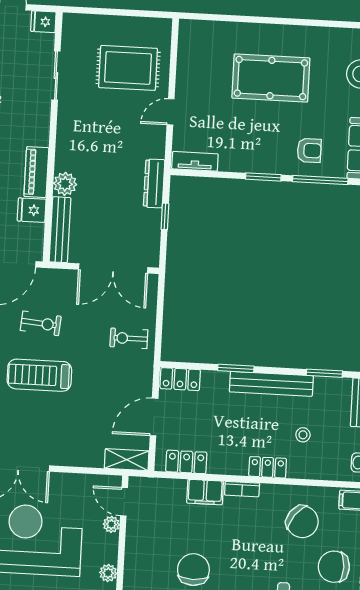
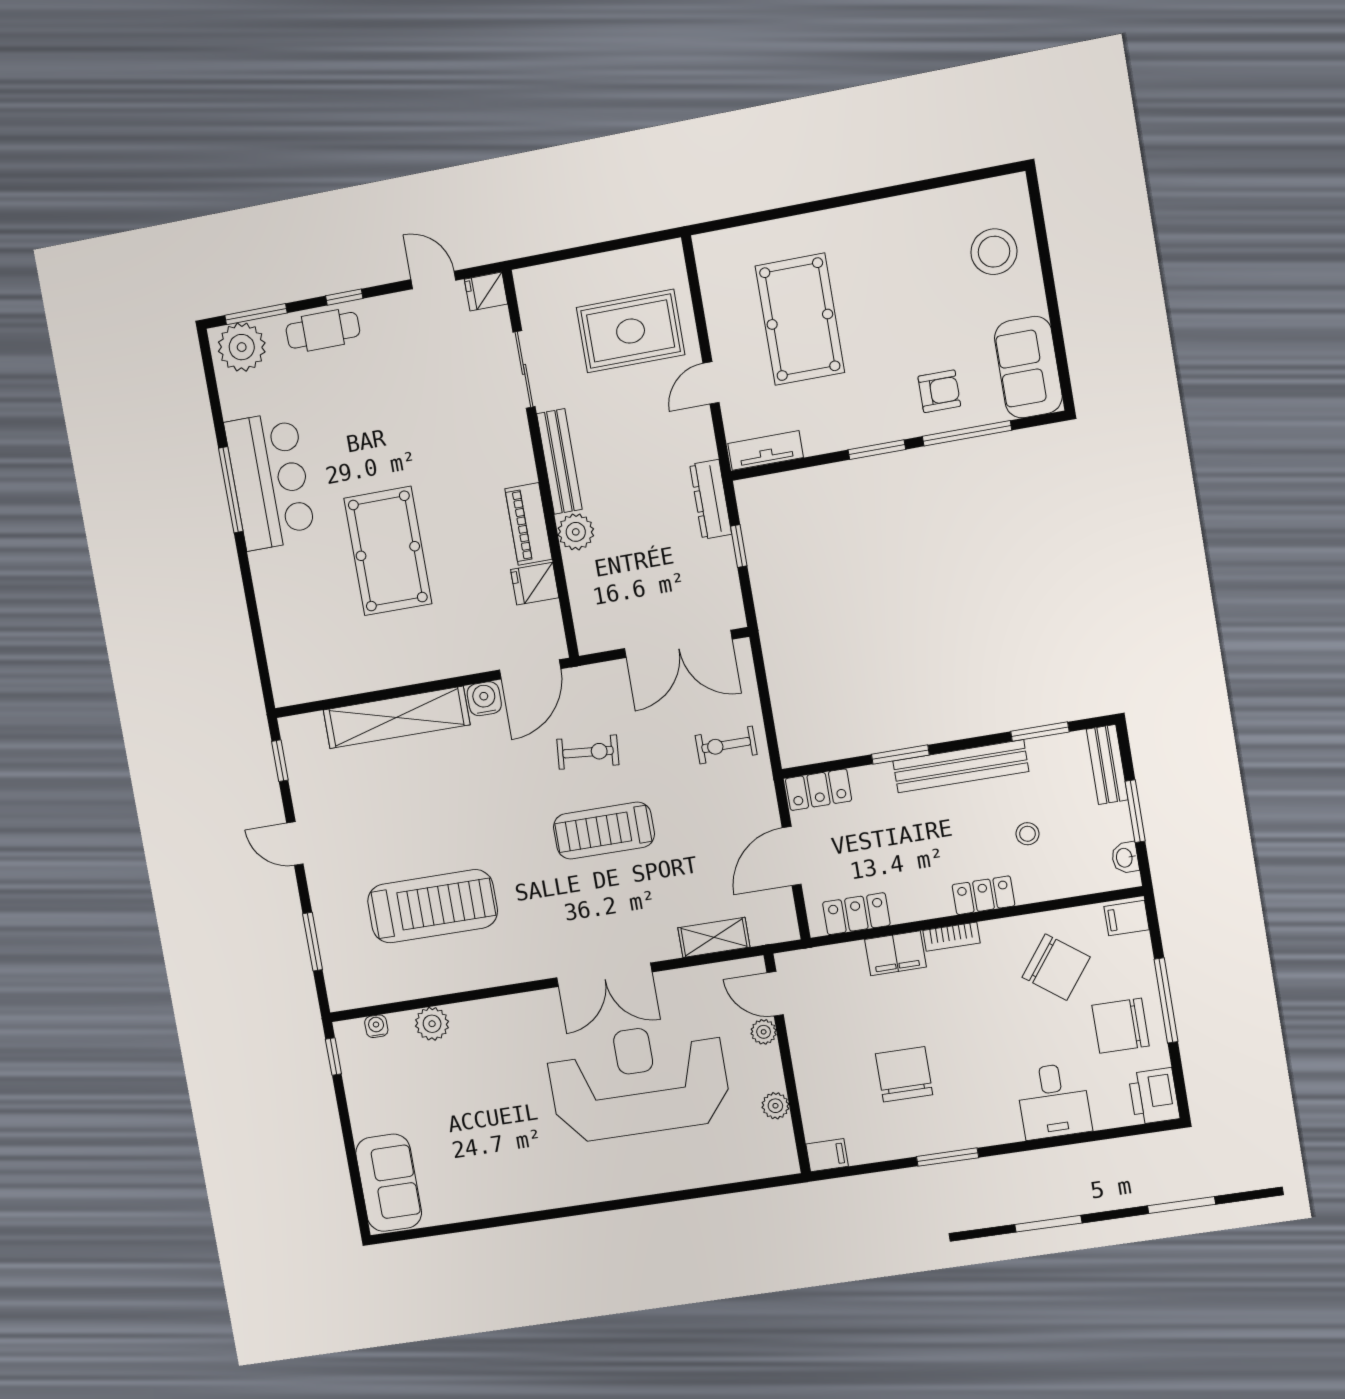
pool table: (271, 78) -> (800, 319), moved, turned 90
bench: (60, 230) -> (559, 461), moved
shelving: (127, 460) -> (714, 937), moved

